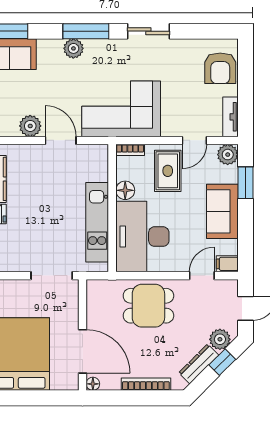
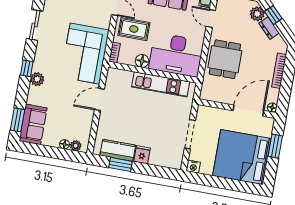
window: (86, 31) -> (27, 68), width x0.46
plant: (30, 126) -> (86, 119), removed
doorway: (52, 276) -> (190, 134), moved
dresser: (199, 364) -> (269, 28), width x0.70
window: (40, 398) -> (275, 146), added

